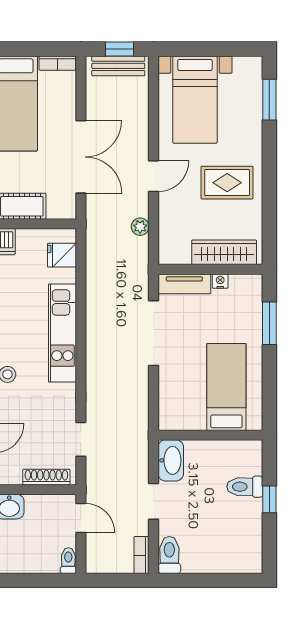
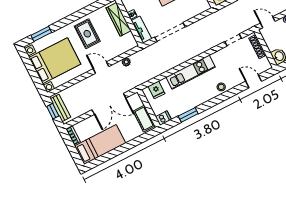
bed with nightstands: (195, 100) -> (55, 61), width x1.36
double door: (81, 157) -> (109, 104), swing flipped
door: (81, 518) -> (268, 22), hinge flipped

